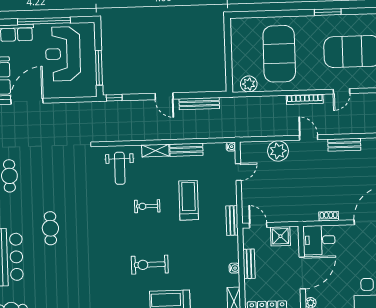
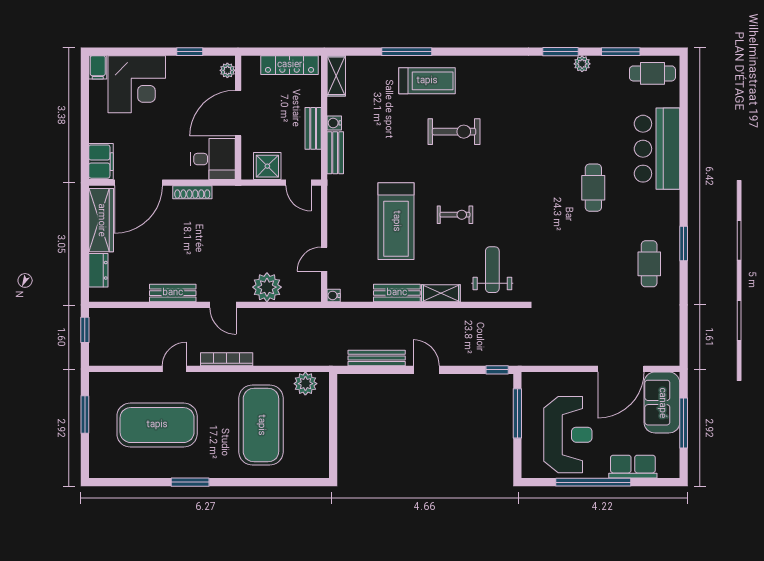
treadmill: (189, 200) -> (396, 221), width x1.37, depth x1.38
shoe rack: (329, 216) -> (192, 192), width x1.43
bench: (232, 221) -> (335, 153), moved

